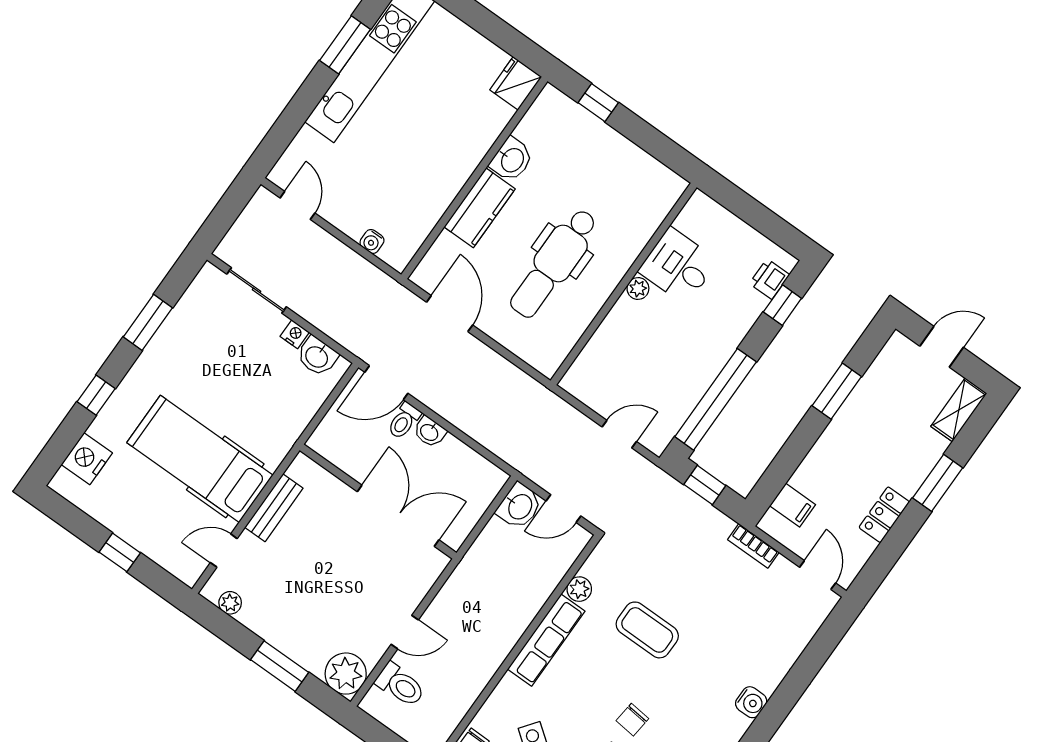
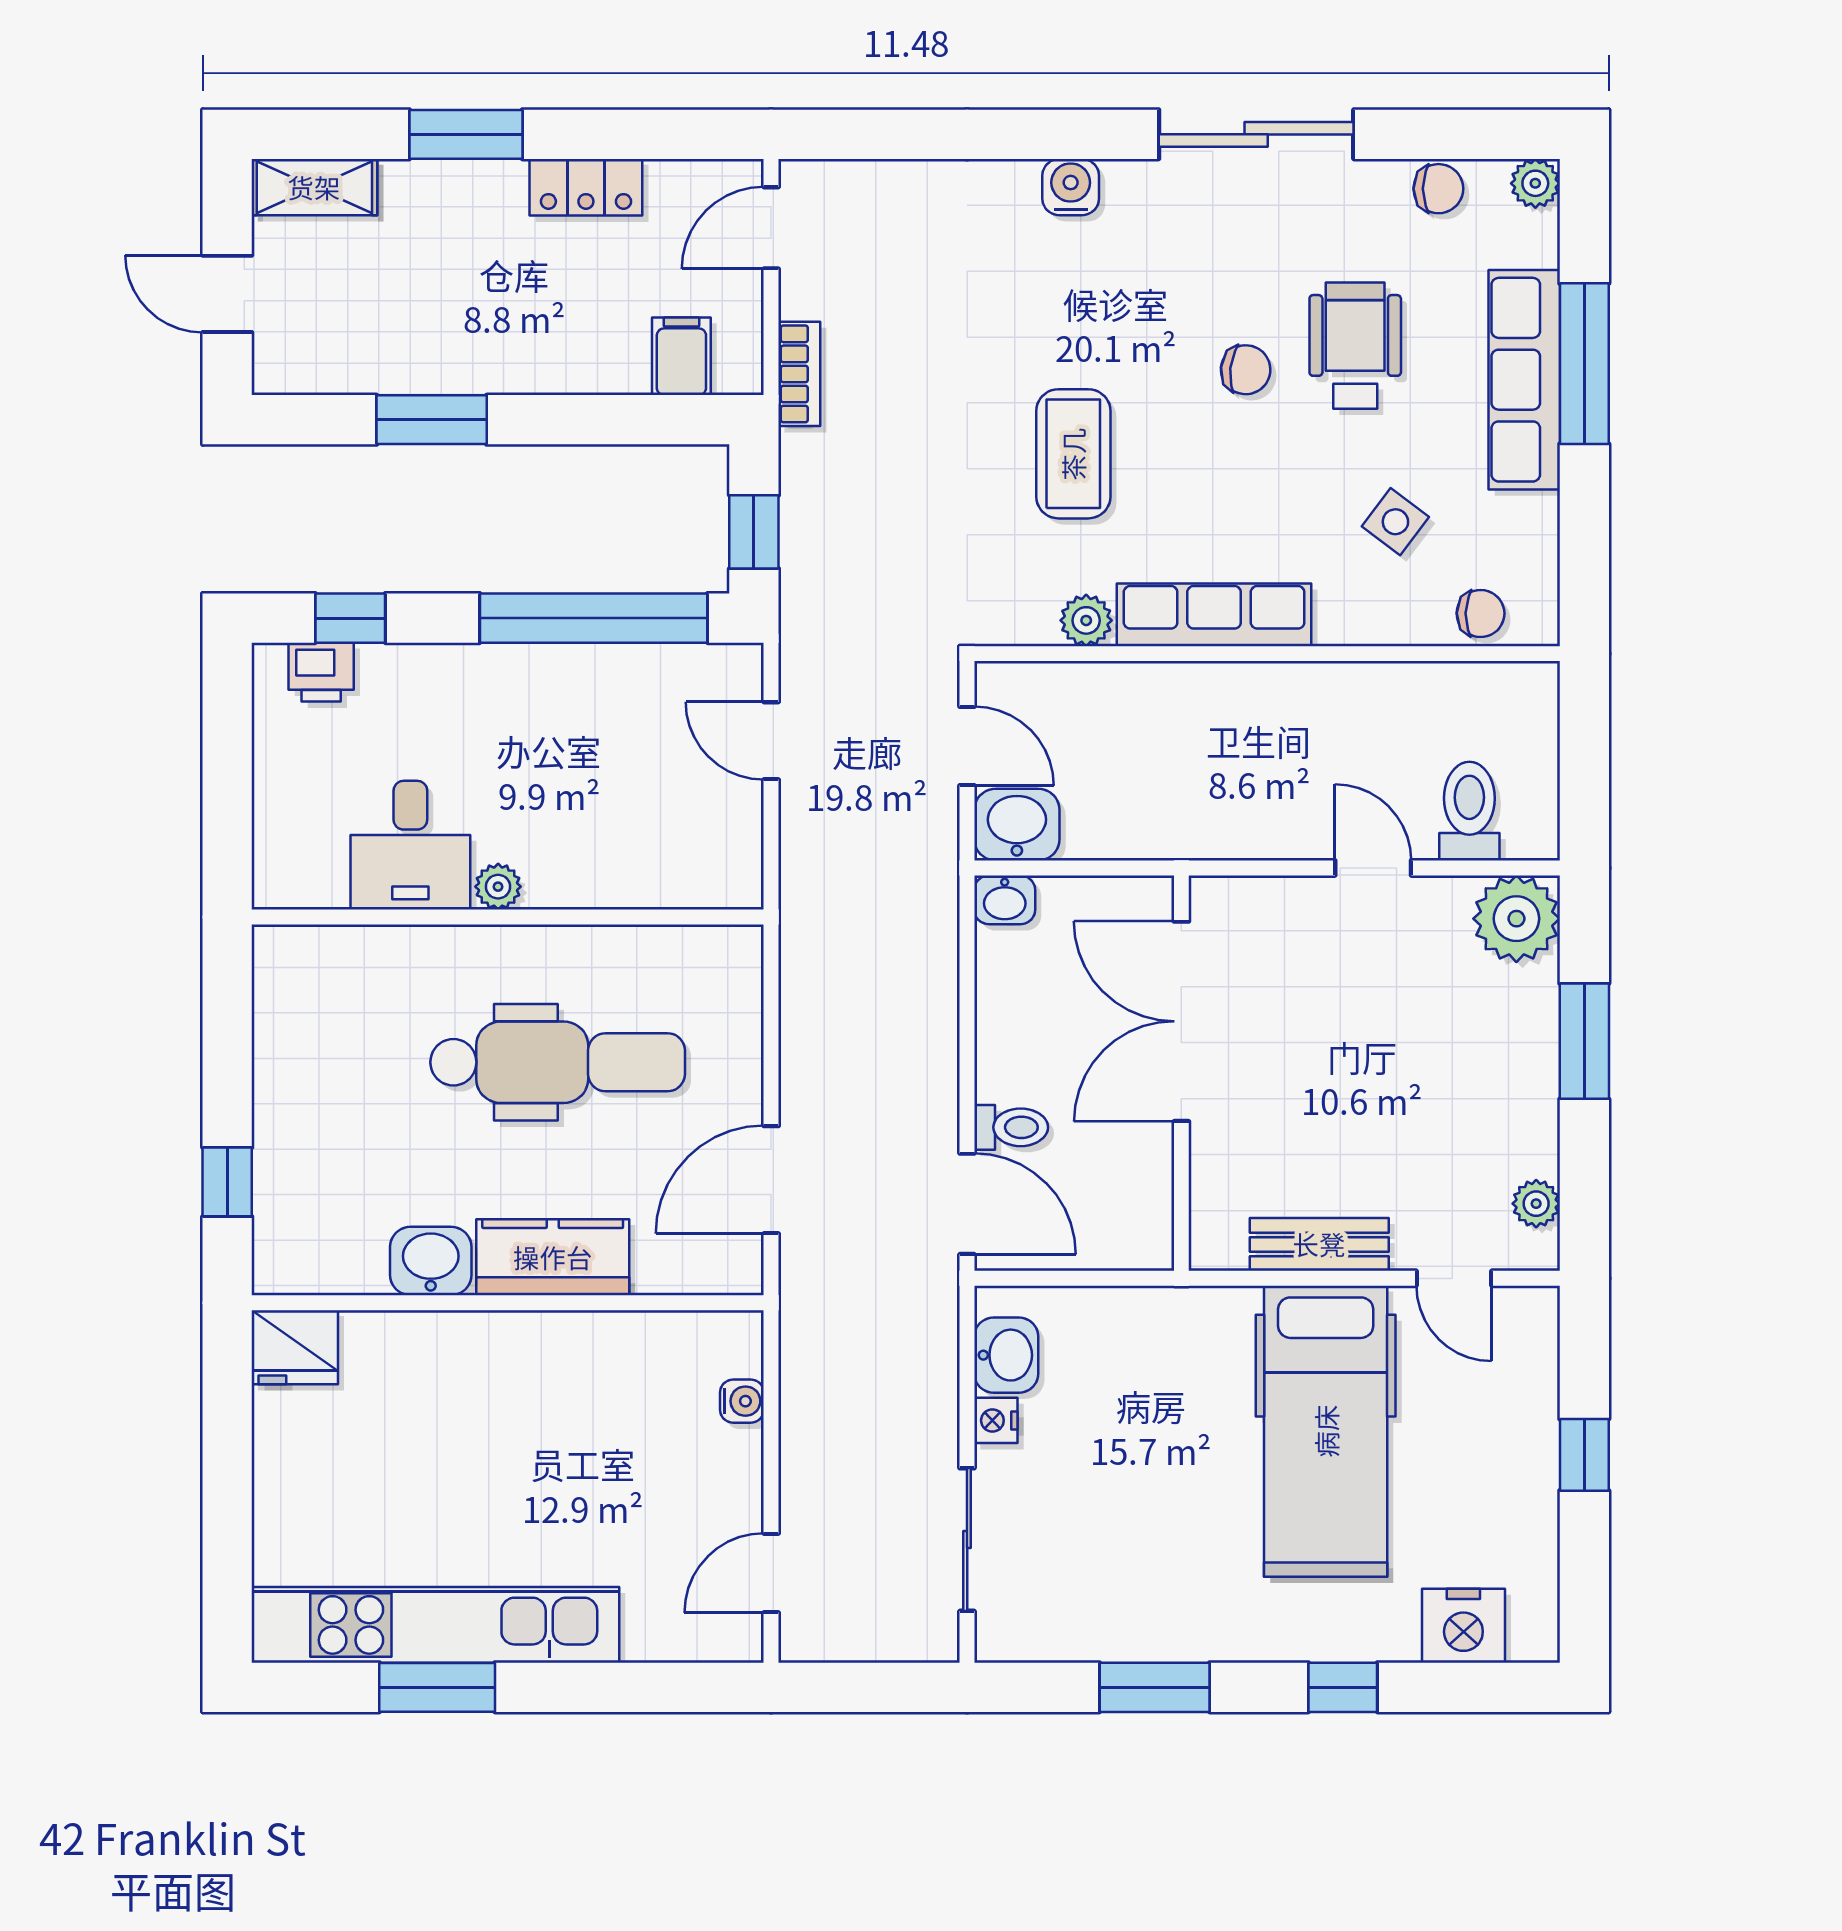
washbasin: (430, 432) -> (1005, 900), moved, turned 90

